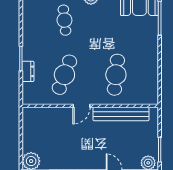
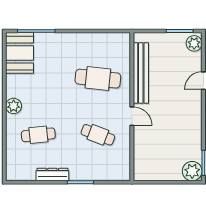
dresser: (28, 71) -> (52, 175), moved, width x1.44
cafe table: (64, 75) -> (98, 135), width x0.73, depth x0.74

